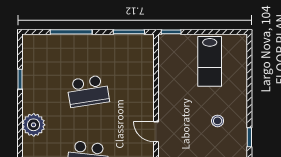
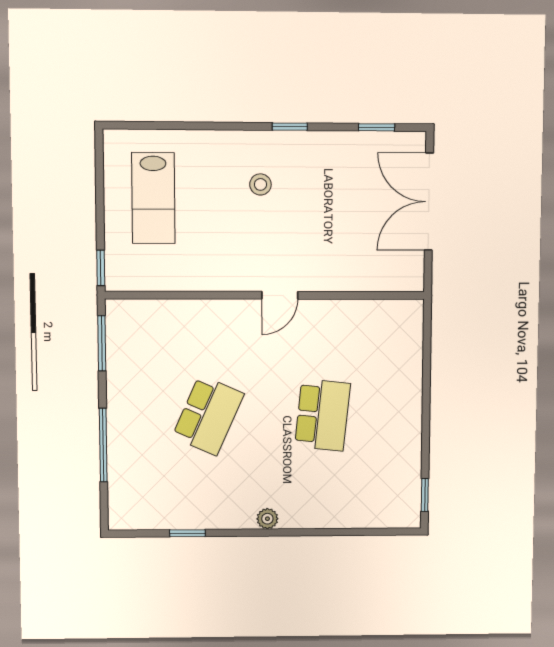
lab bench: (210, 61) -> (153, 198), turned 90
school desk: (88, 91) -> (208, 415), turned 33
plant: (34, 125) -> (267, 519), width x0.53, depth x0.53

